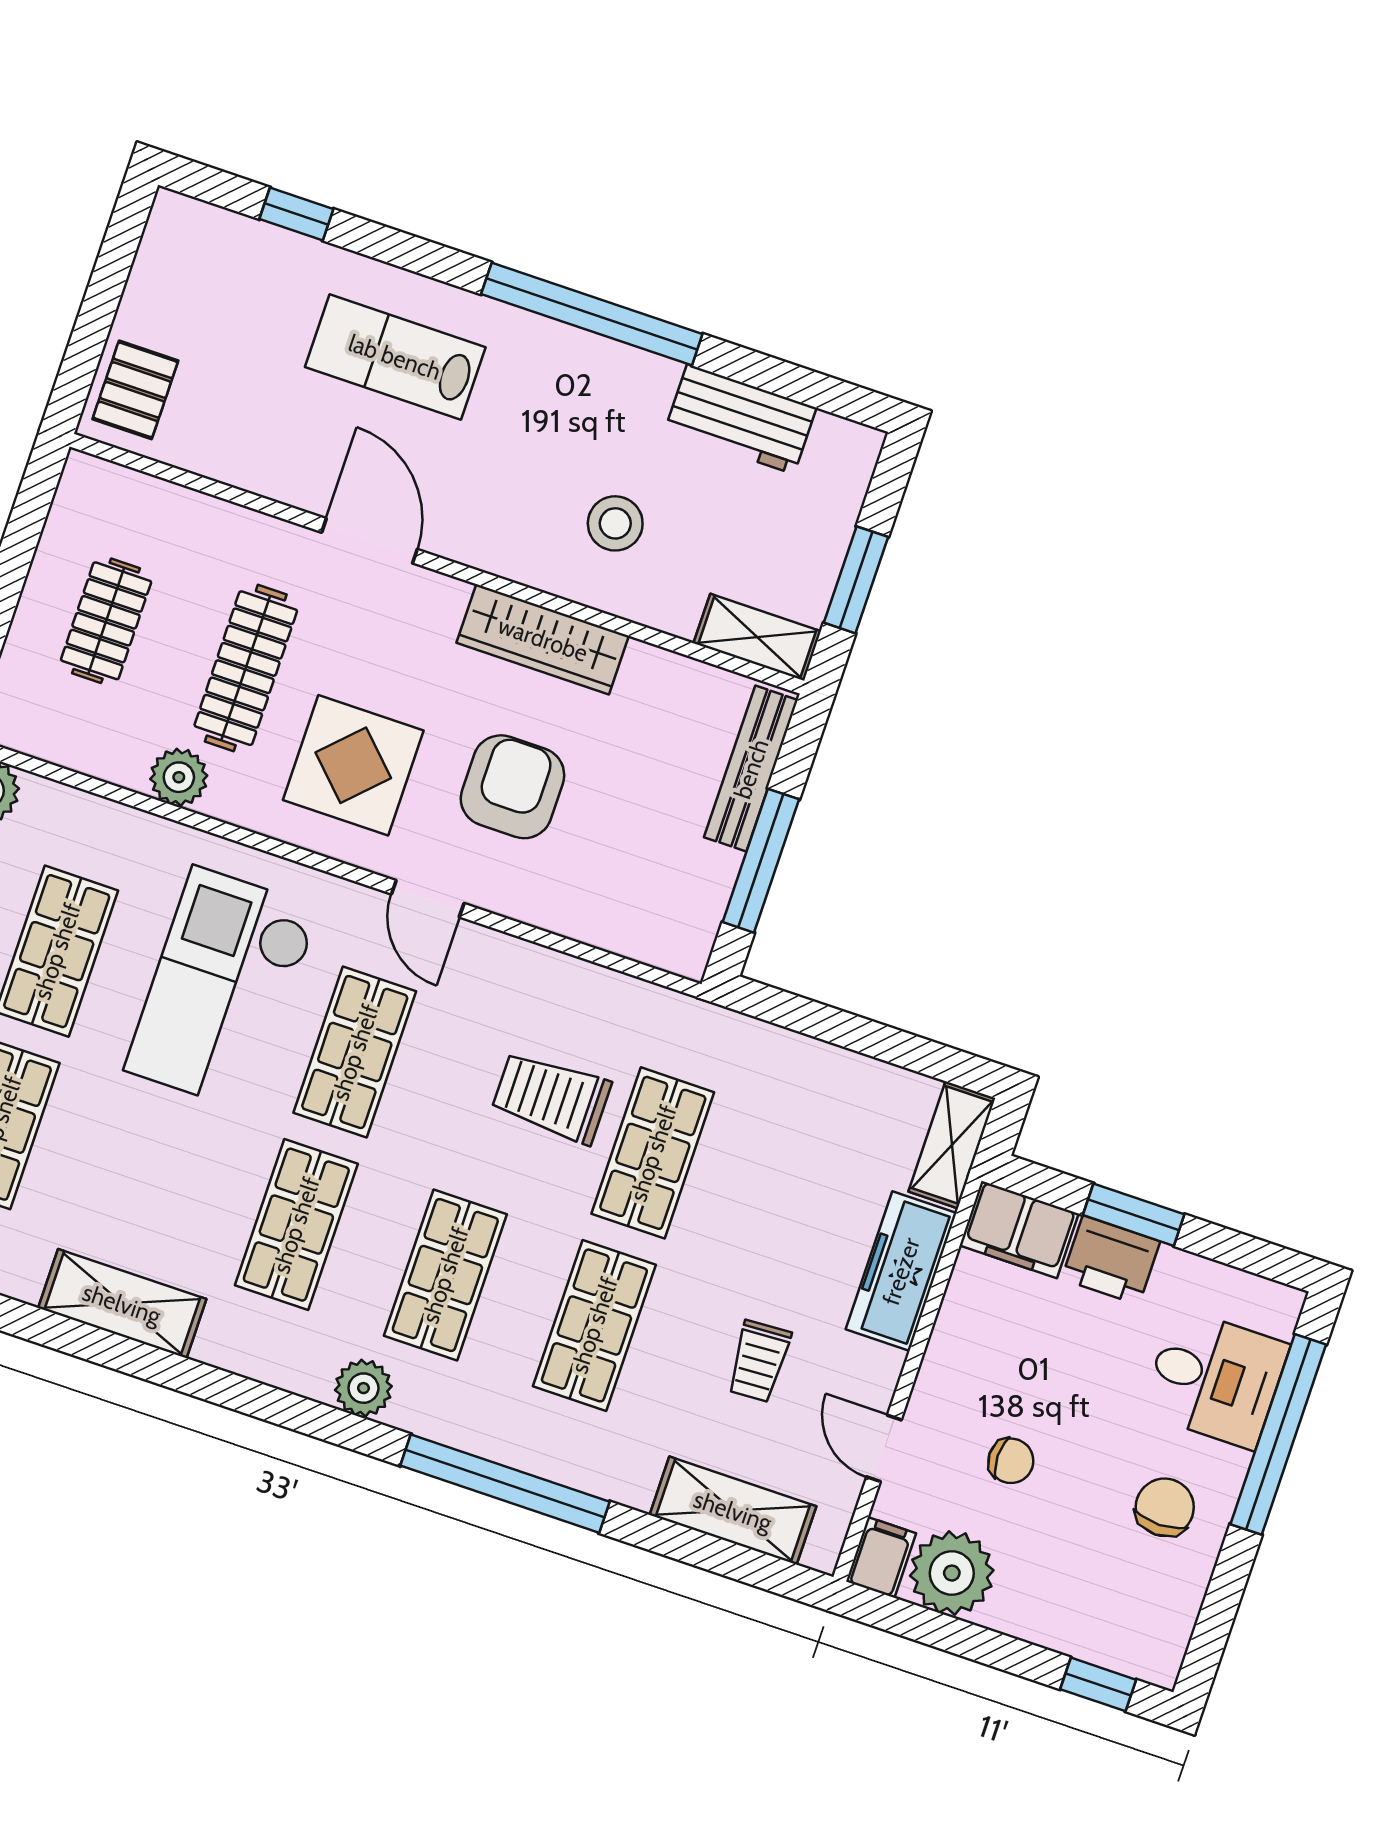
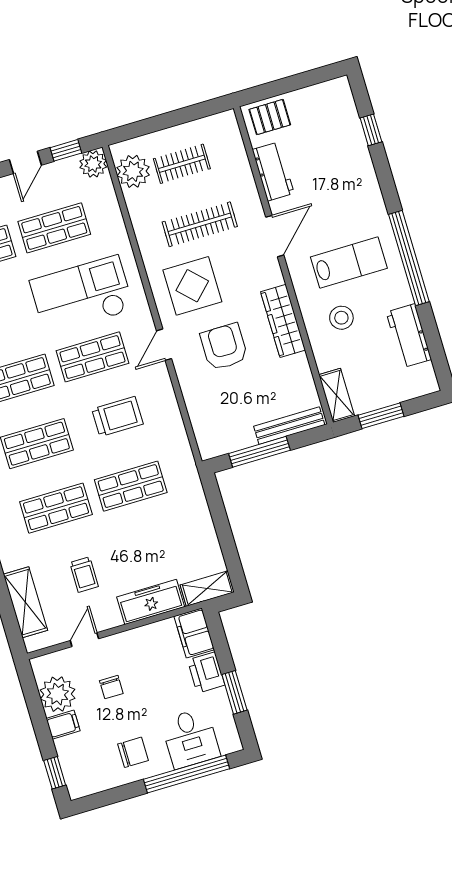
lab bench: (395, 357) -> (349, 263), moved, turned 90
workbench: (244, 457) -> (273, 171), added
plant: (179, 777) -> (133, 171), moved, width x1.36, depth x1.36
armchair: (512, 787) -> (224, 347), turned -90
trolley: (551, 1097) -> (117, 416), moved, turned 90
window: (1134, 1215) -> (234, 692), moved
trolley: (759, 1361) -> (84, 574), turned -87
filing cabinet: (881, 1557) -> (63, 725), moved

